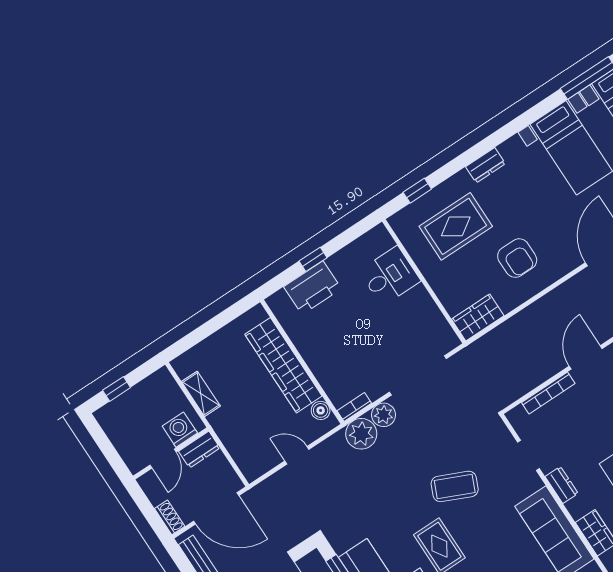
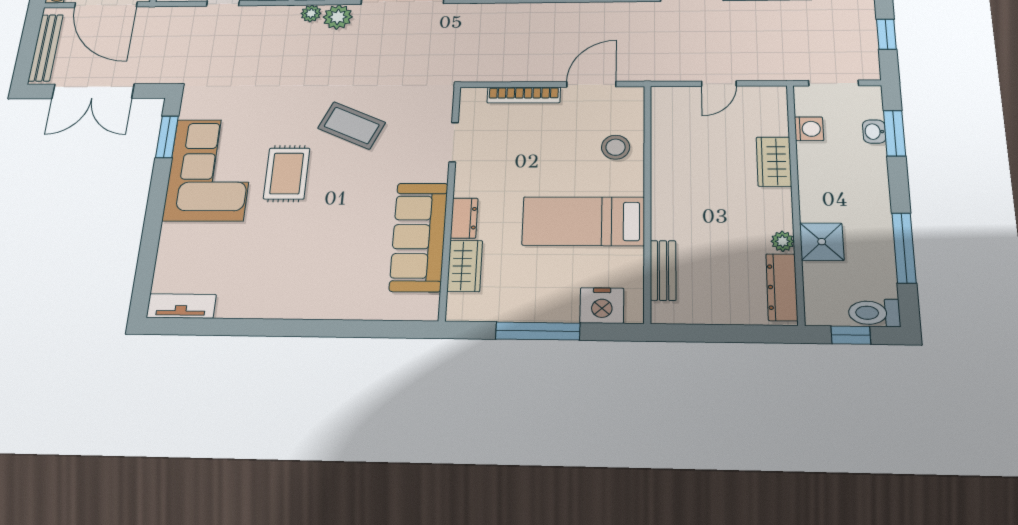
plant: (361, 434) -> (311, 13), width x0.53, depth x0.53
dresser: (562, 485) -> (464, 218), moved

